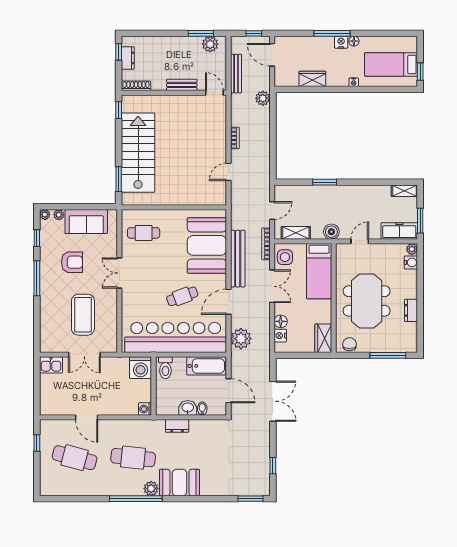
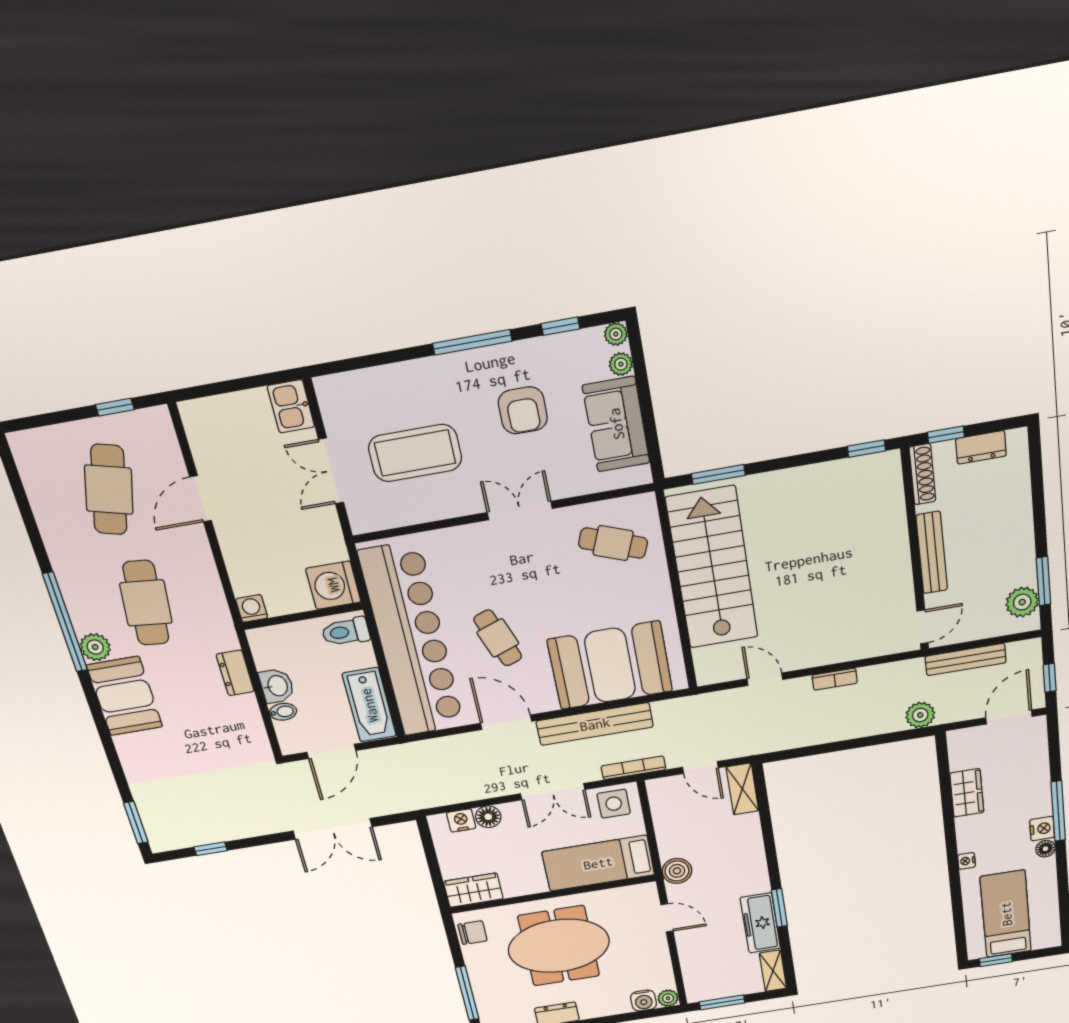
window: (119, 52) -> (946, 435), moved
bench: (182, 85) -> (932, 553), width x1.36
stairs: (138, 153) -> (712, 568), moved, turned -90
window: (325, 182) -> (779, 908), moved
freezer: (399, 231) -> (760, 923), moved, turned 180
cafe table: (144, 233) -> (613, 543), turned -69
shelving: (296, 233) -> (742, 789), moved
plant: (241, 339) -> (439, 756), removed

